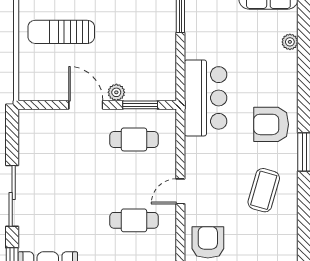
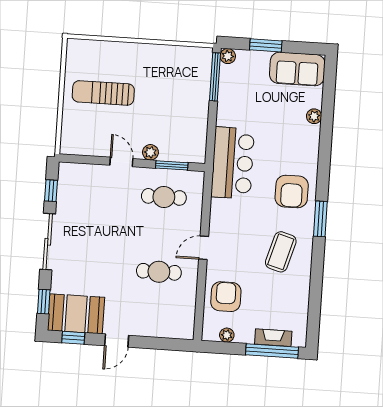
door: (86, 105) -> (121, 162), width x0.73
armchair: (271, 124) -> (292, 191), turned -90
window: (12, 141) -> (51, 191), added

